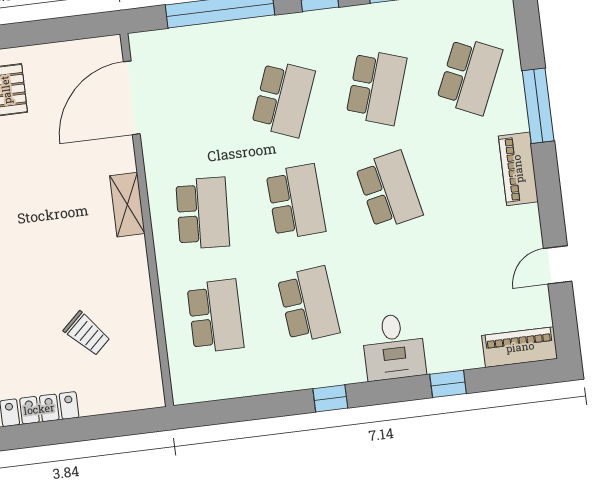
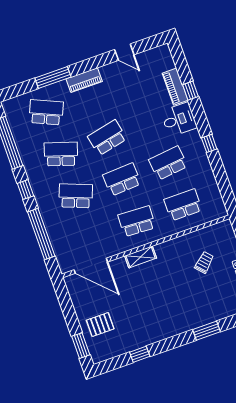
piano: (520, 347) -> (175, 87), moved

